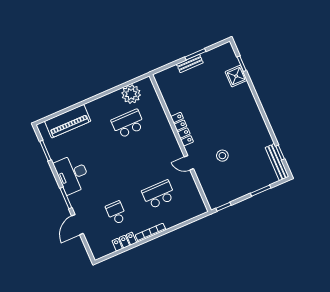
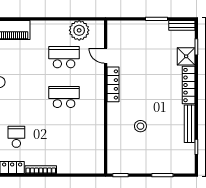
bench: (190, 63) -> (182, 25), moved
locker: (249, 101) -> (189, 85), added
bench: (277, 162) -> (190, 124), moved
door: (189, 163) -> (106, 56), moved
school desk: (159, 194) -> (64, 97), moved

